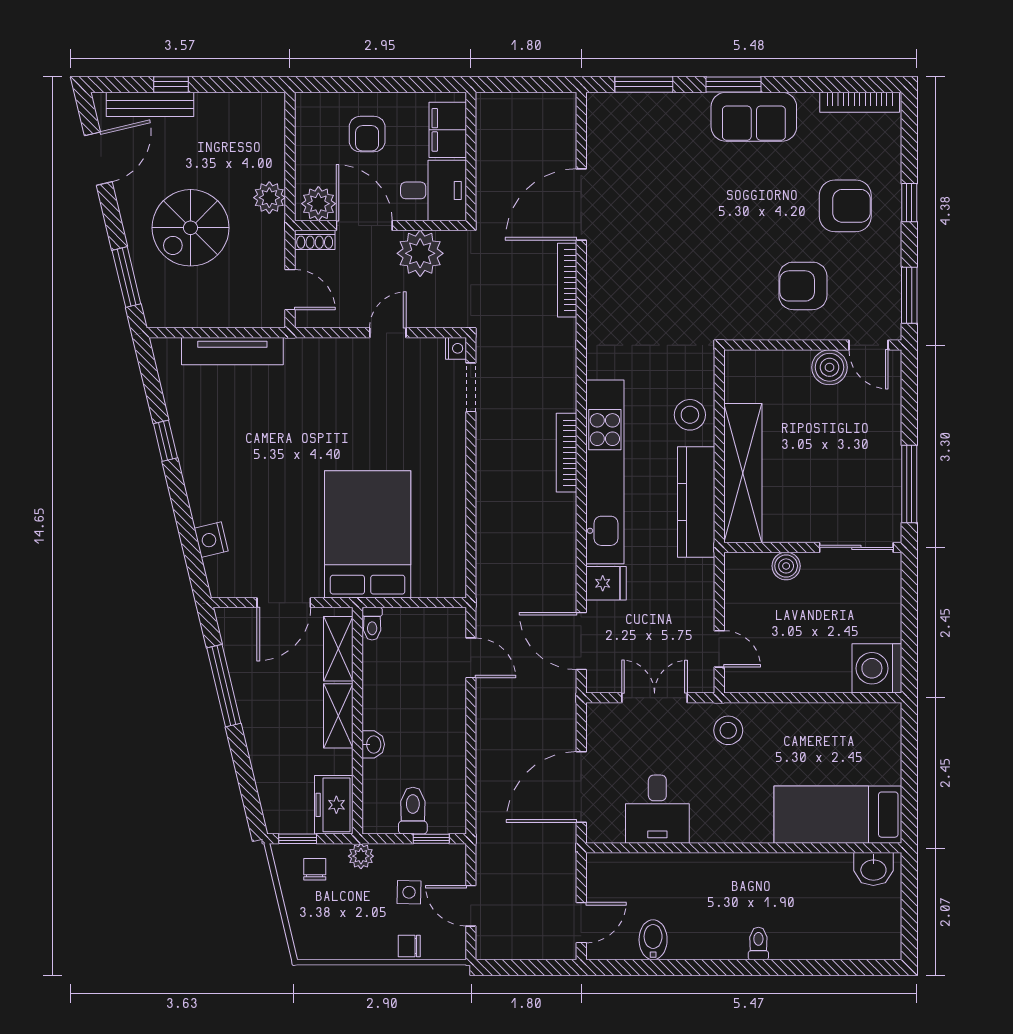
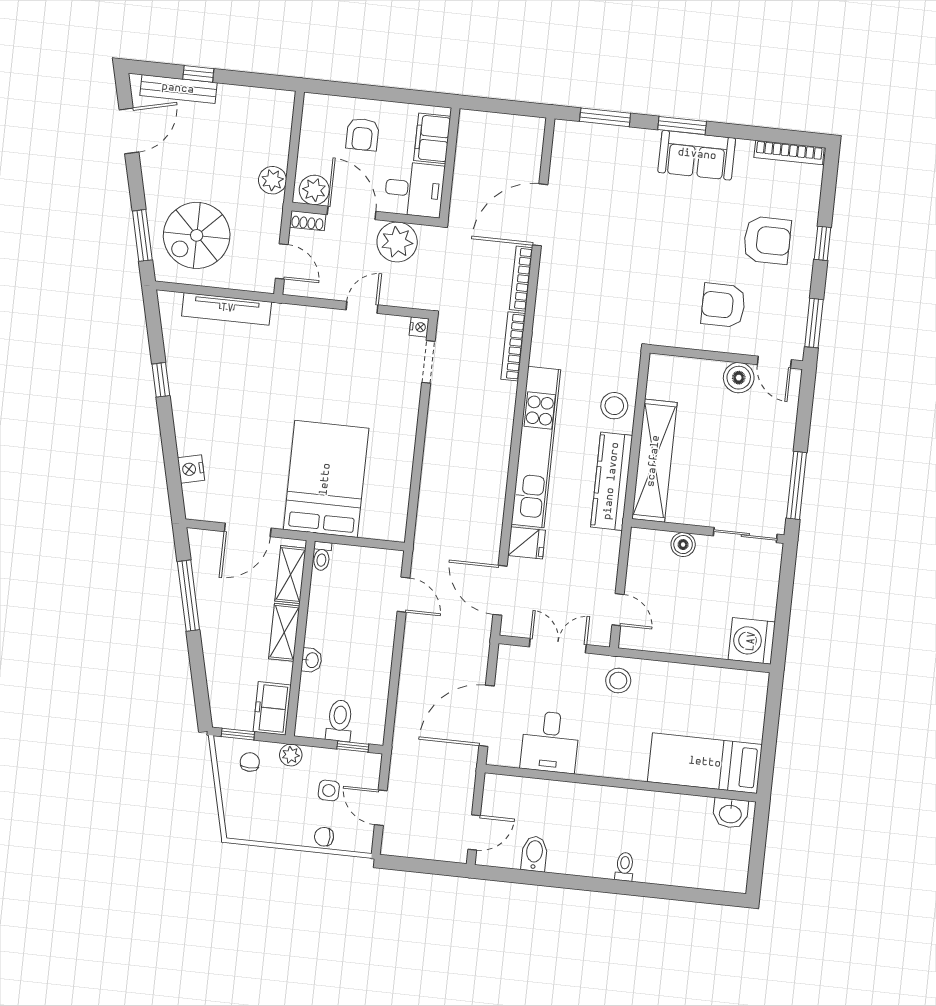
spiral stairs: (191, 228) -> (197, 235), moved
bookcase: (567, 453) -> (513, 346), moved

